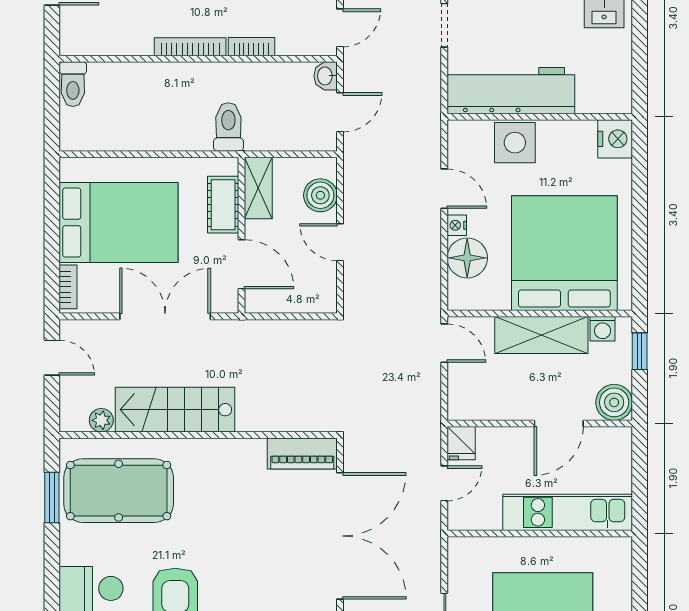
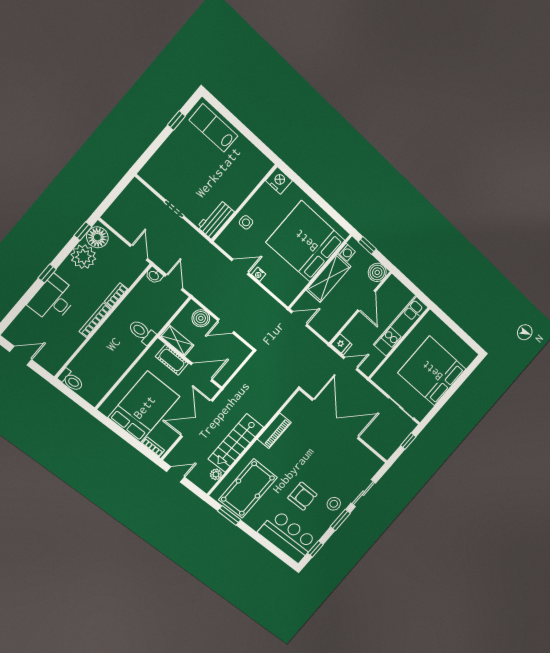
workbench: (511, 91) -> (216, 219), width x0.53, depth x0.76
side table: (515, 143) -> (246, 222), width x0.54, depth x0.54
floor lamp: (467, 258) -> (275, 281), removed
piano: (302, 454) -> (274, 431), moved
door: (444, 483) -> (351, 364), hinge flipped

